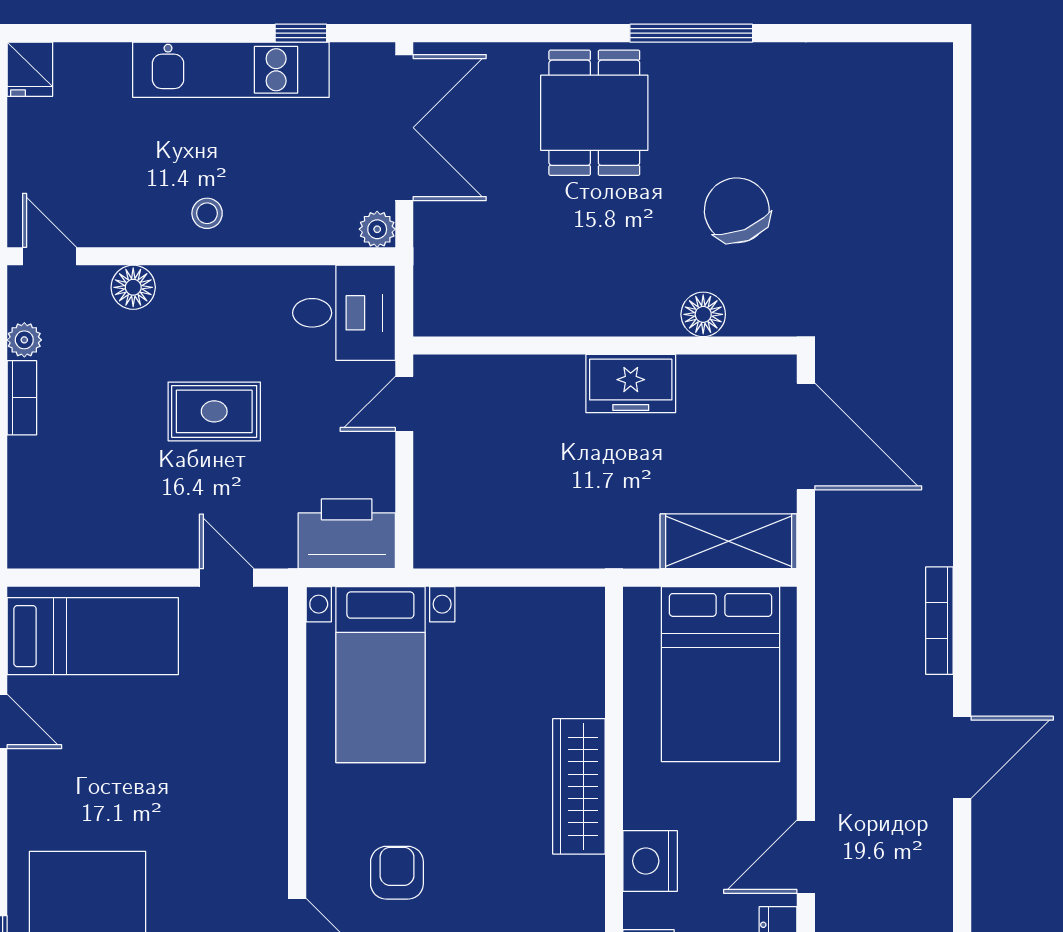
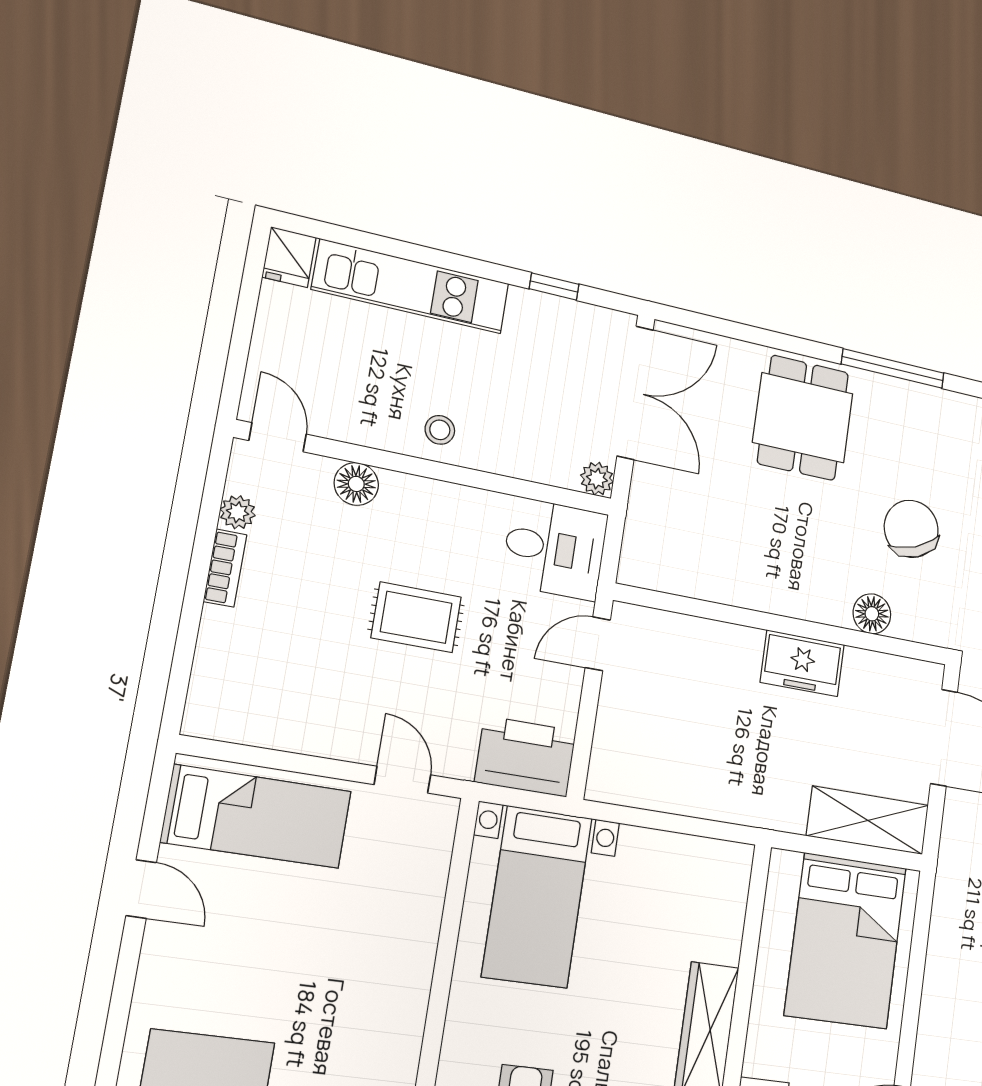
kitchen unit: (231, 70) -> (411, 287), moved

